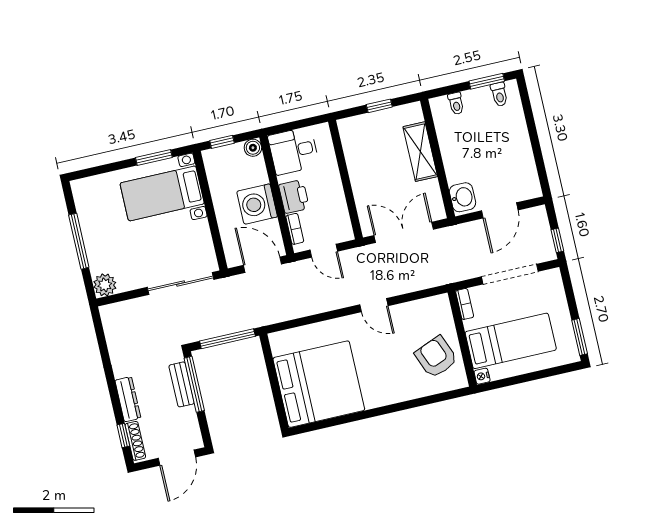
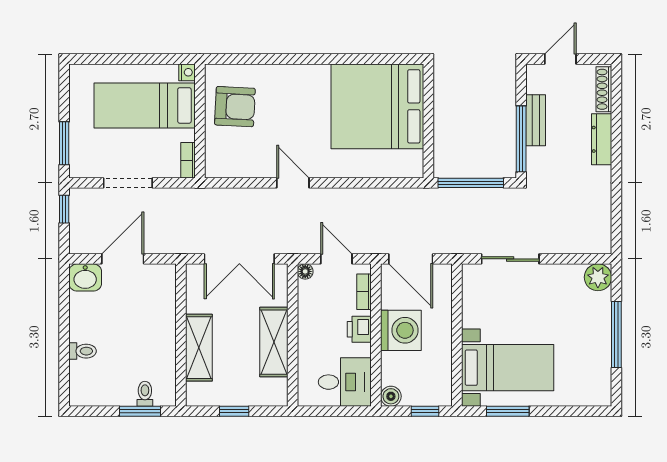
window: (487, 81) -> (140, 411), moved
toilet: (499, 94) -> (83, 351), moved, turned 90
shelving: (359, 170) -> (274, 342), added
printer: (294, 196) -> (359, 329), width x0.73, depth x0.81
washbasin: (462, 197) -> (85, 277), moved, turned -90
floor lamp: (347, 234) -> (305, 271), added
doorway: (510, 274) -> (128, 183), width x0.73
sliding door: (181, 283) -> (510, 259), width x0.73
window: (580, 337) -> (64, 143), moved
armchair: (436, 357) -> (235, 107), turned -65
bench: (182, 384) -> (536, 120), moved
window: (123, 435) -> (616, 99), removed
door: (177, 458) -> (560, 59), width x0.73

